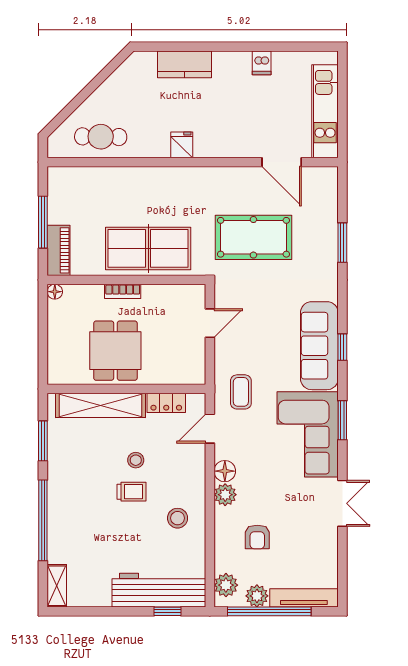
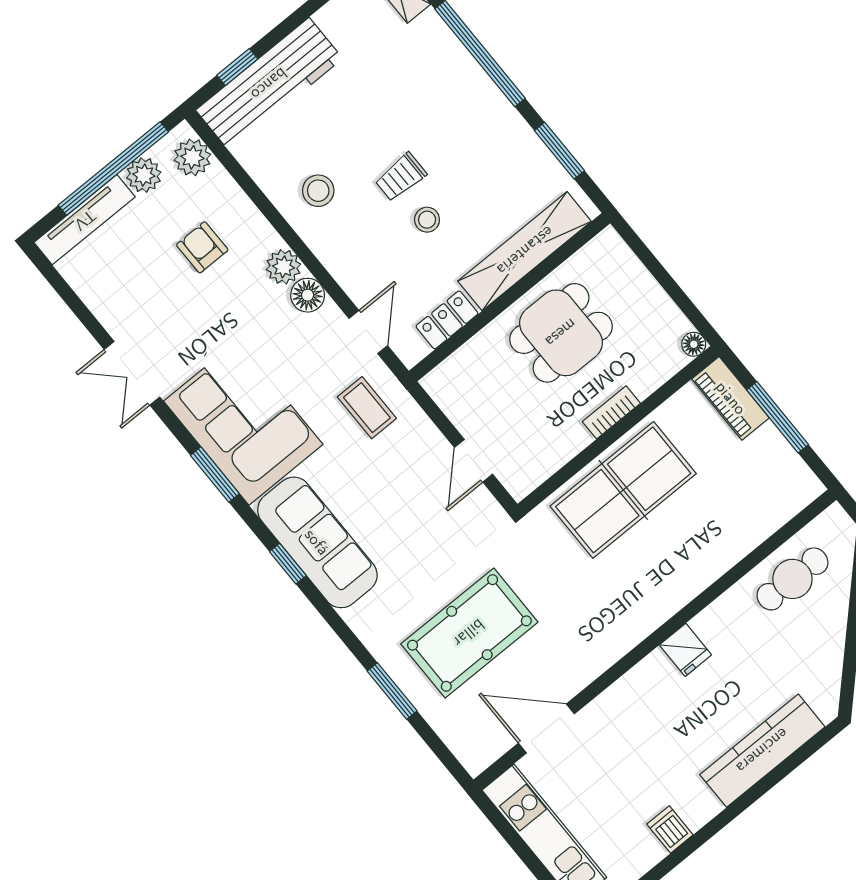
kitchen counter: (184, 64) -> (762, 751), width x1.50
pool table: (253, 237) -> (469, 633), moved
dining table: (115, 351) -> (561, 333), turned 90

